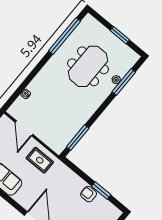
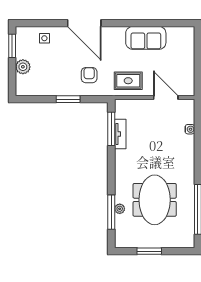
tv unit: (75, 129) -> (120, 134), added
window: (101, 190) -> (68, 99), moved
armchair: (89, 194) -> (89, 75), moved, turned -90

